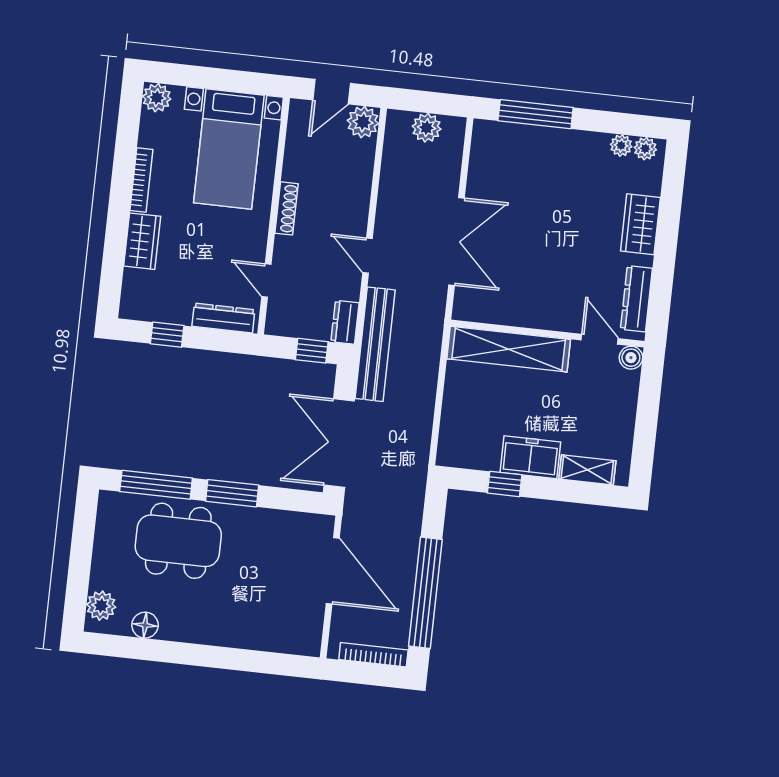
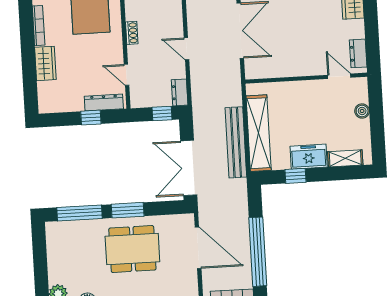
shoe rack: (287, 208) -> (132, 33), width x0.70
dresser: (636, 299) -> (358, 53), width x0.70
window: (167, 335) -> (91, 118), moved
bench: (375, 344) -> (236, 142), moved
shelving: (509, 349) -> (259, 133), moved, turned 90
boiler: (631, 358) -> (362, 111), moved
dining table: (178, 541) -> (132, 249), moved

